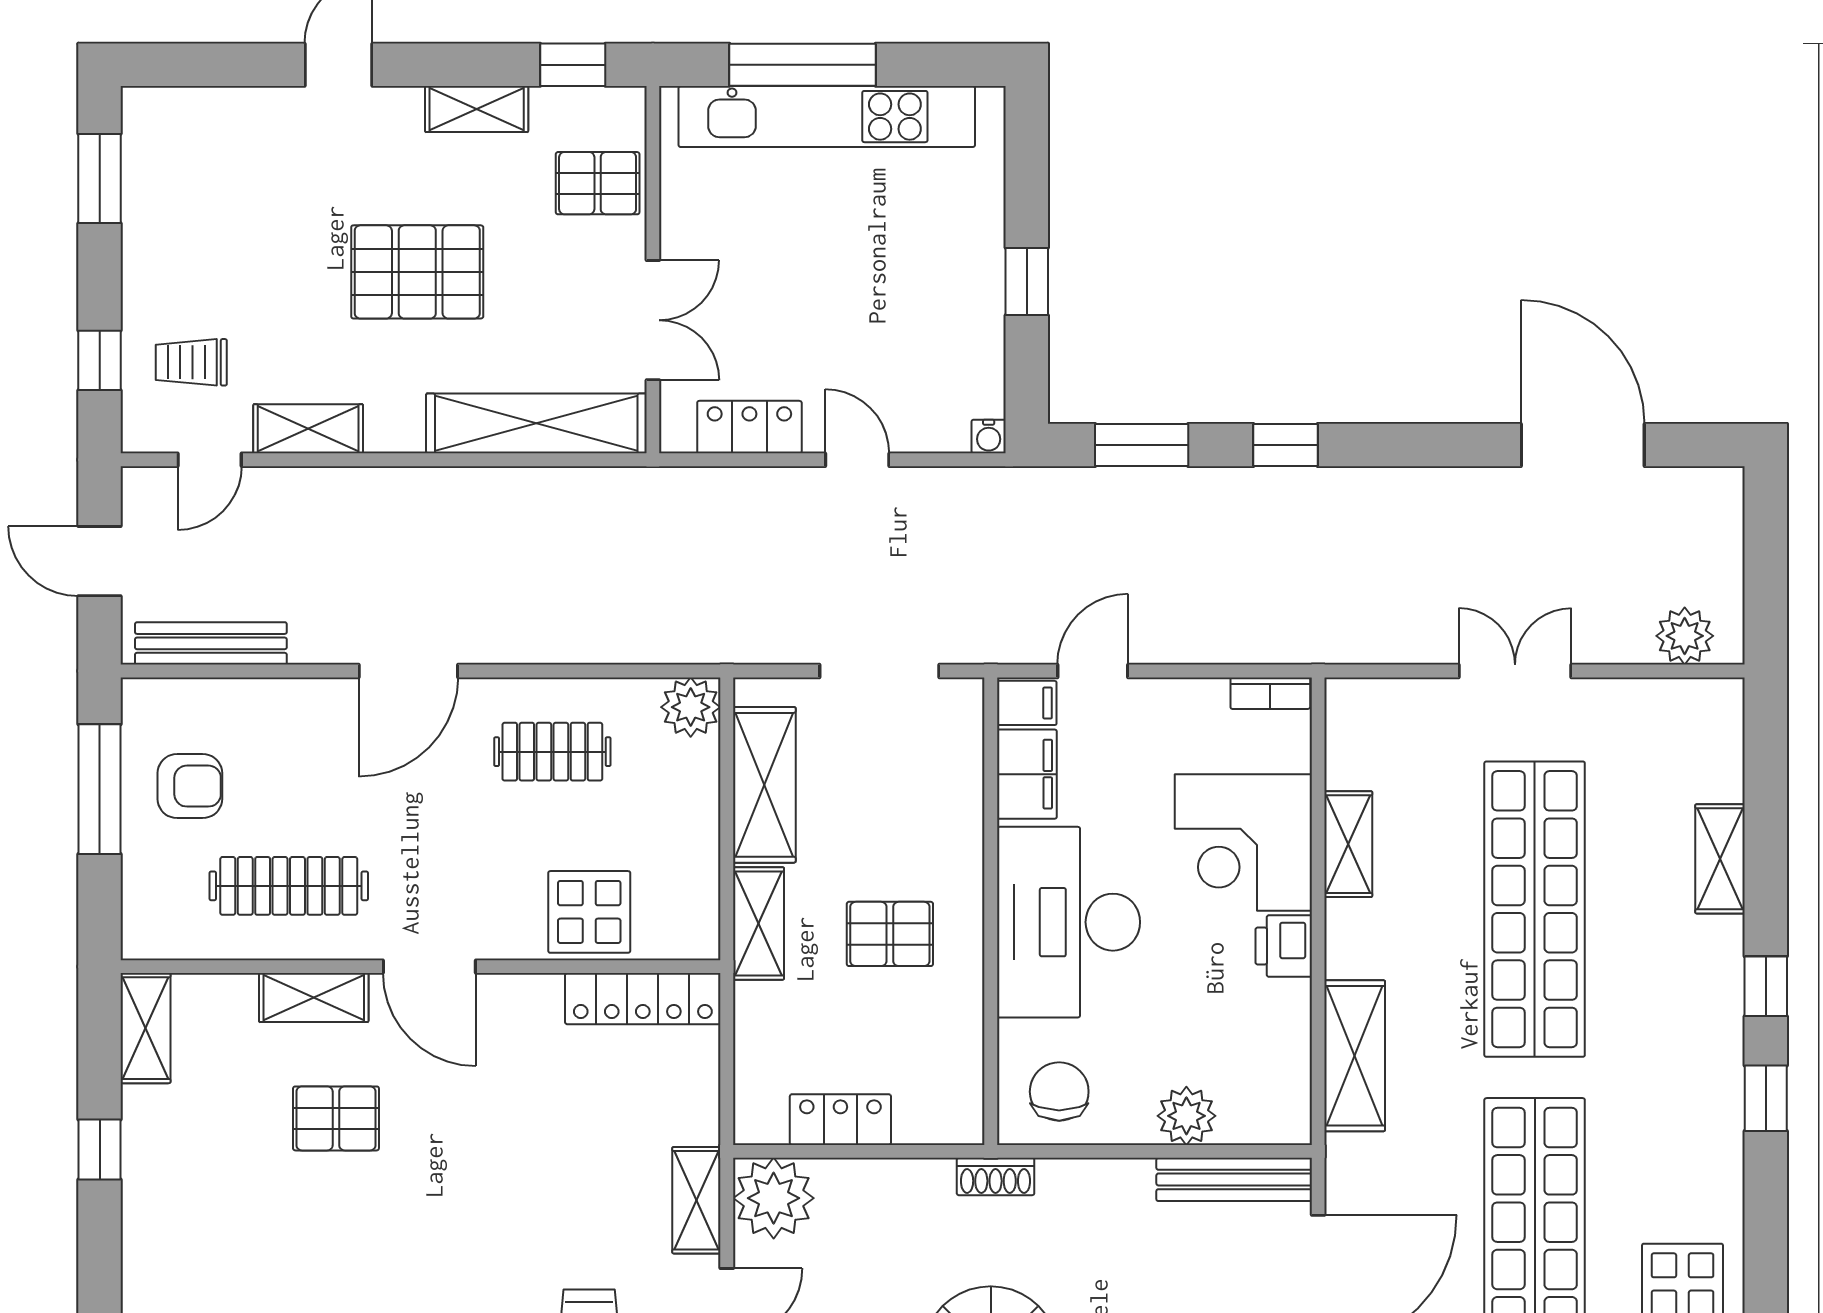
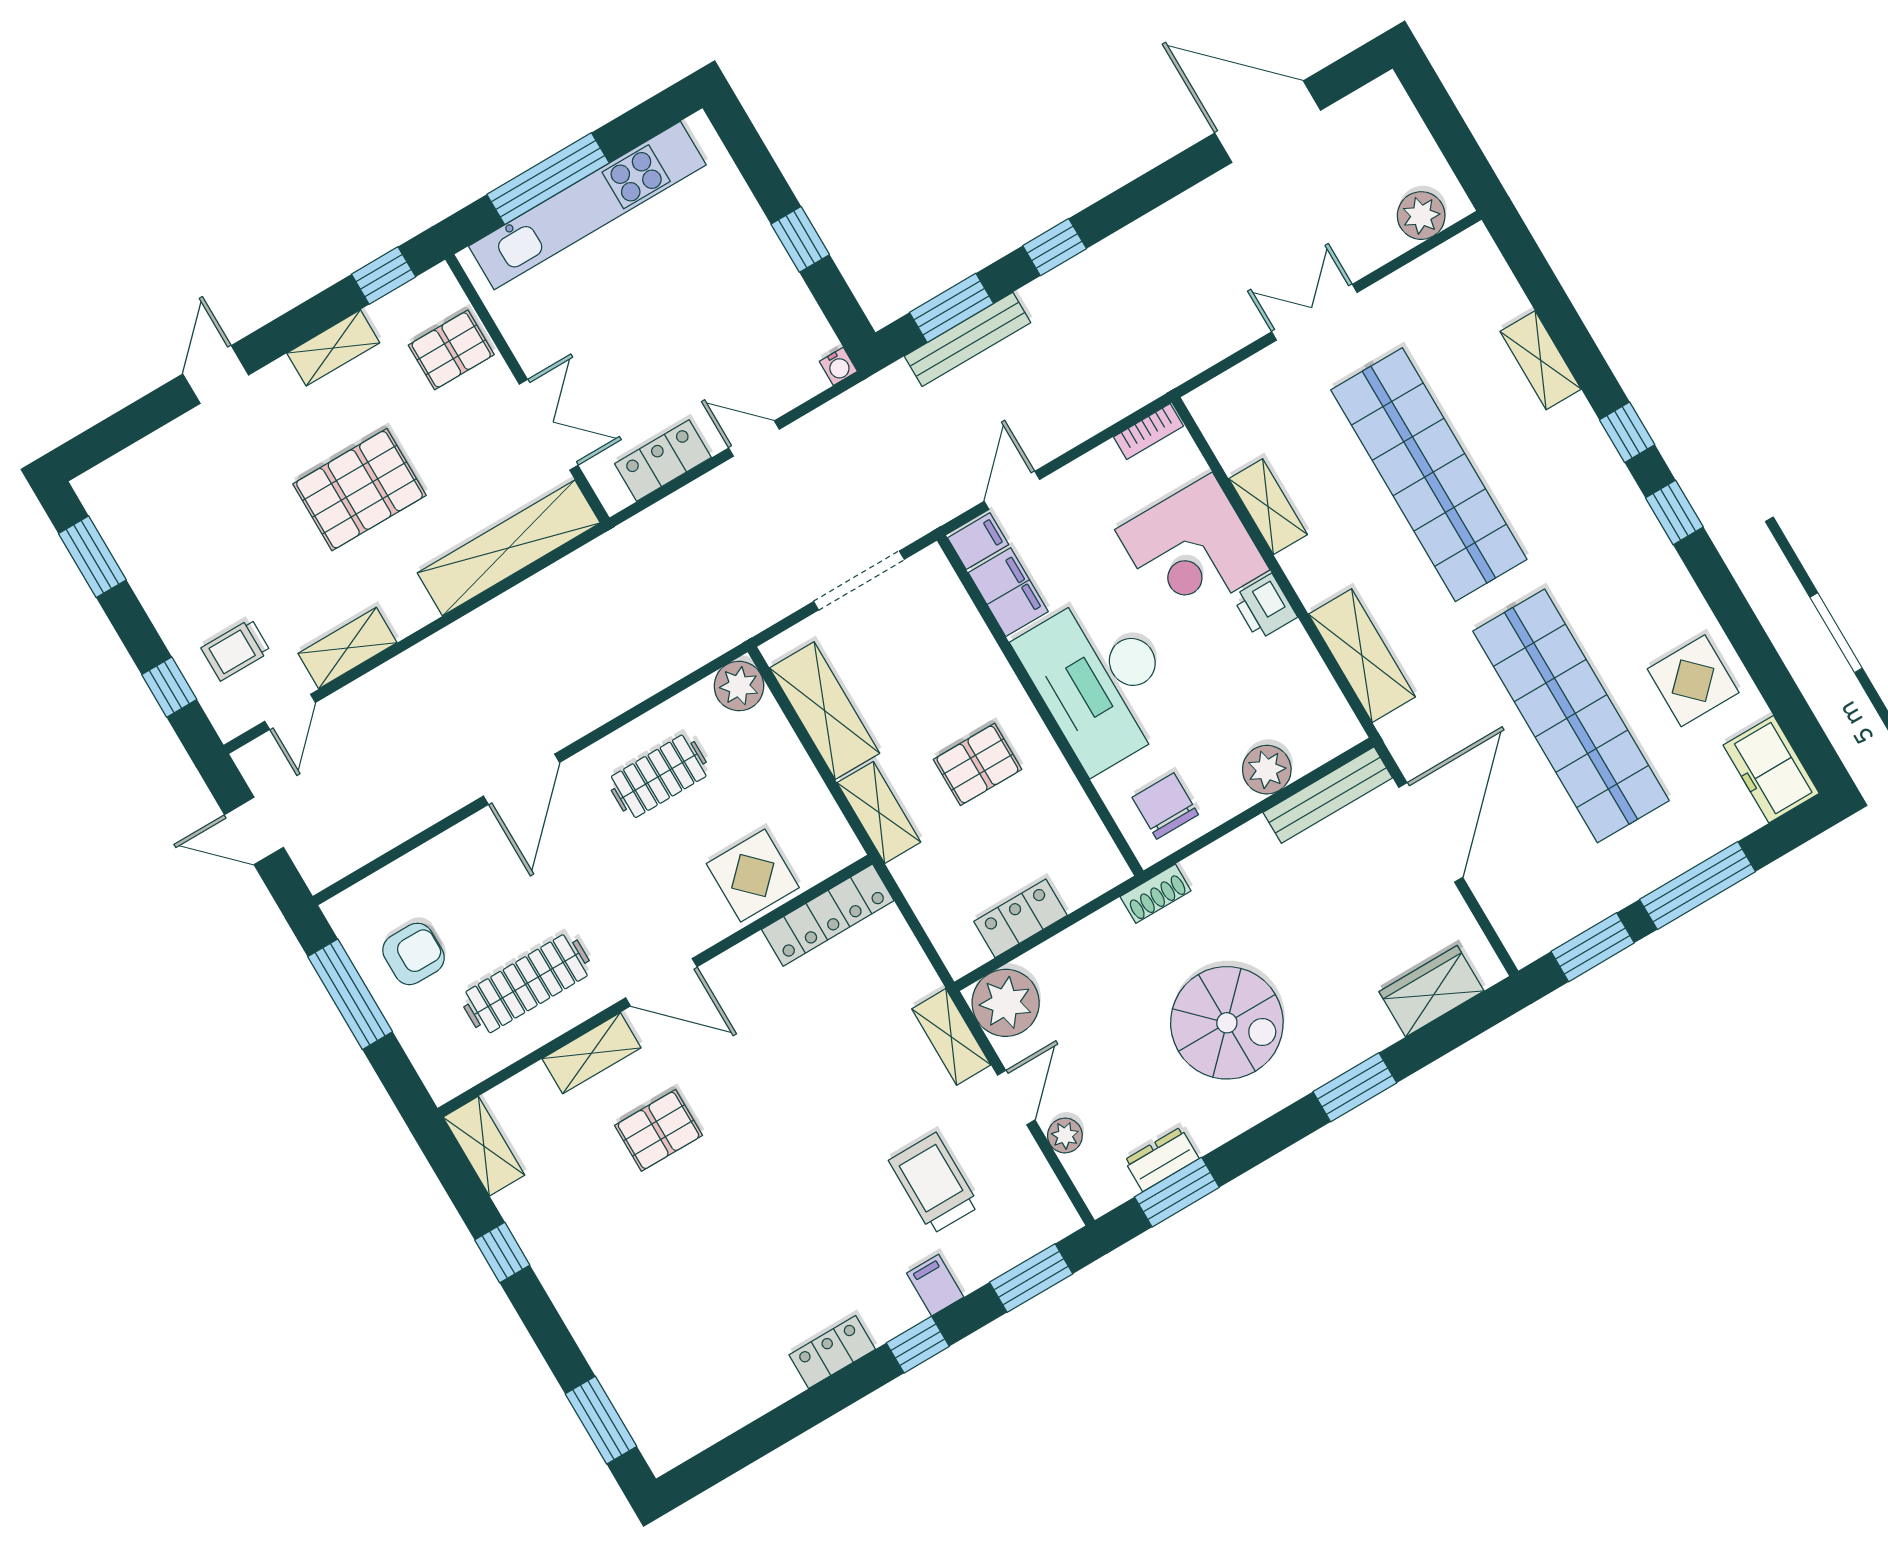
bench: (211, 643) -> (968, 339), moved

